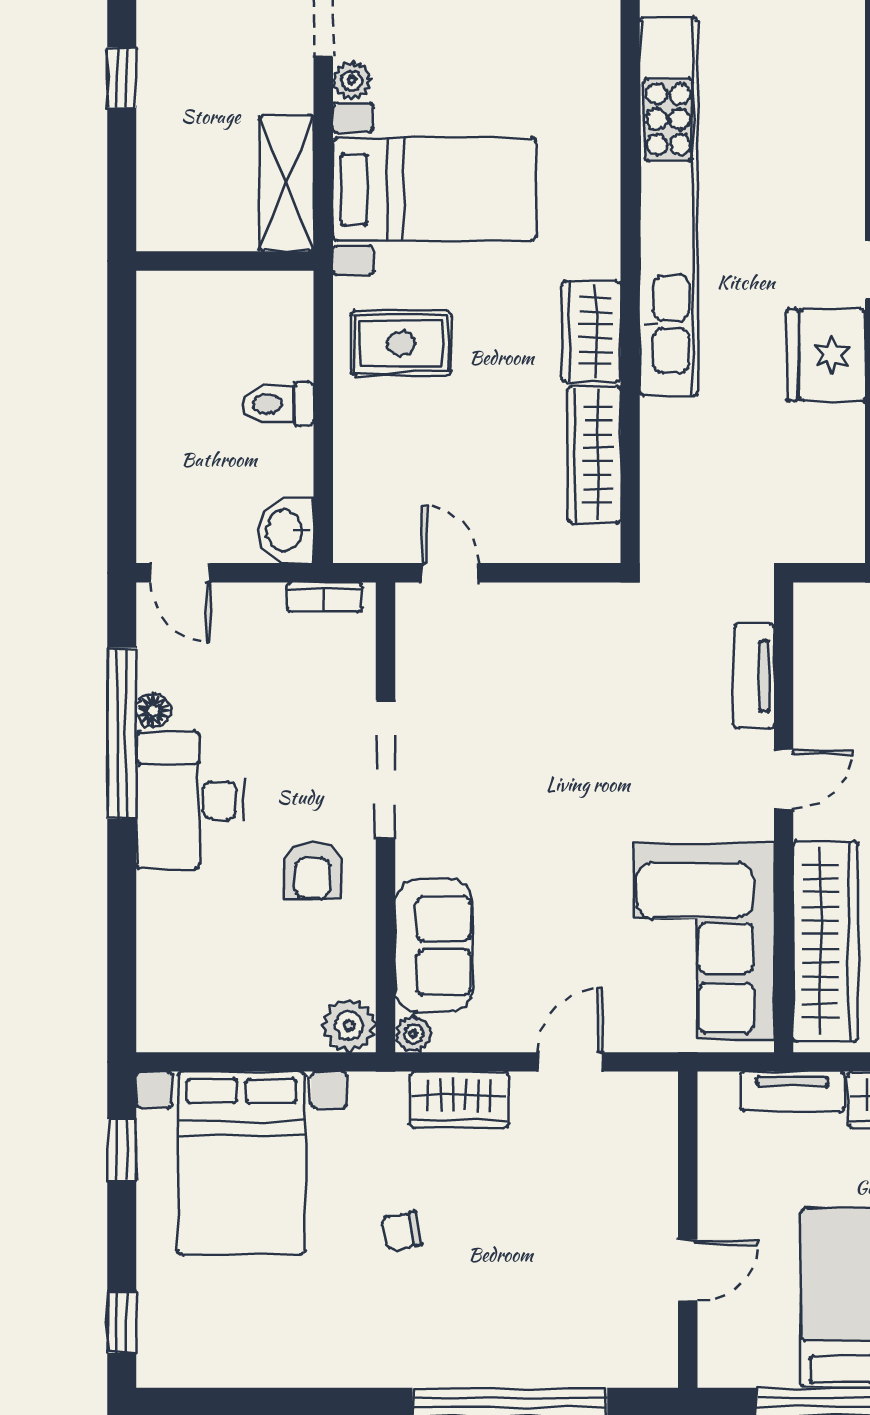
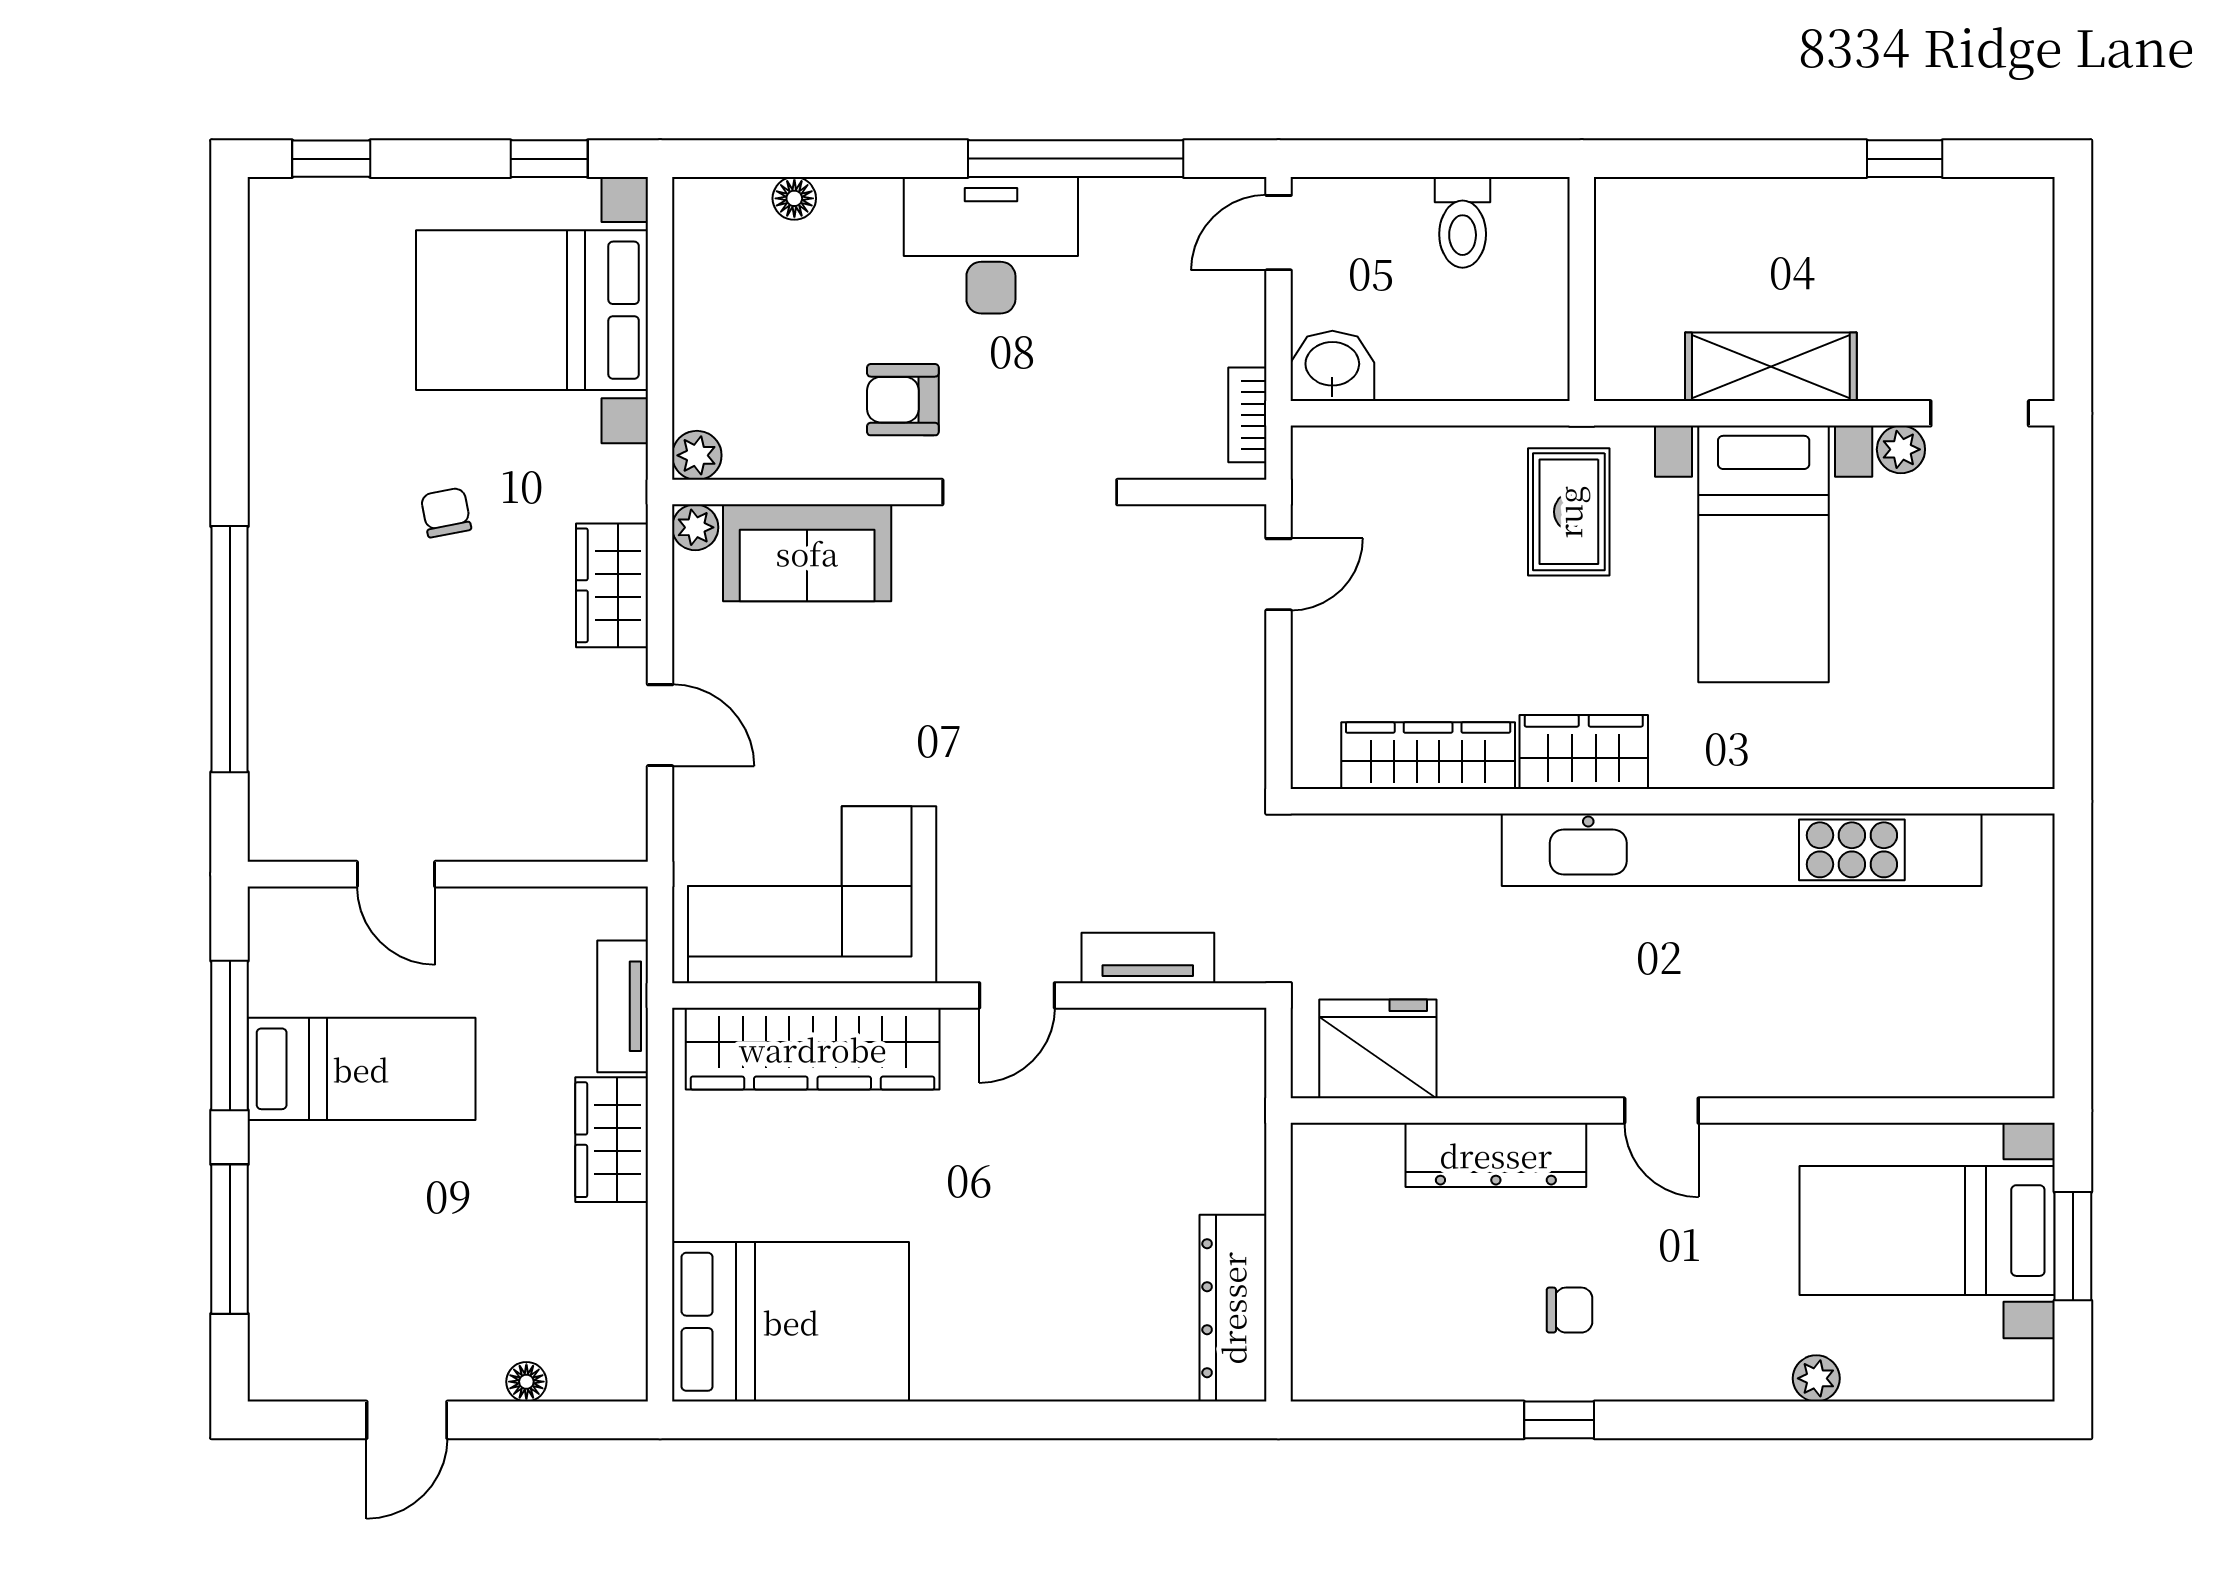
wall: (225, 261) -> (1582, 289), moved
fridge: (826, 355) -> (1378, 1049), moved
toilet: (278, 404) -> (1463, 222), moved, turned 180
floor lamp: (153, 710) -> (794, 198), moved
door: (784, 780) -> (1017, 995), hinge flipped
plant: (349, 1025) -> (697, 455), width x0.73, depth x0.73

